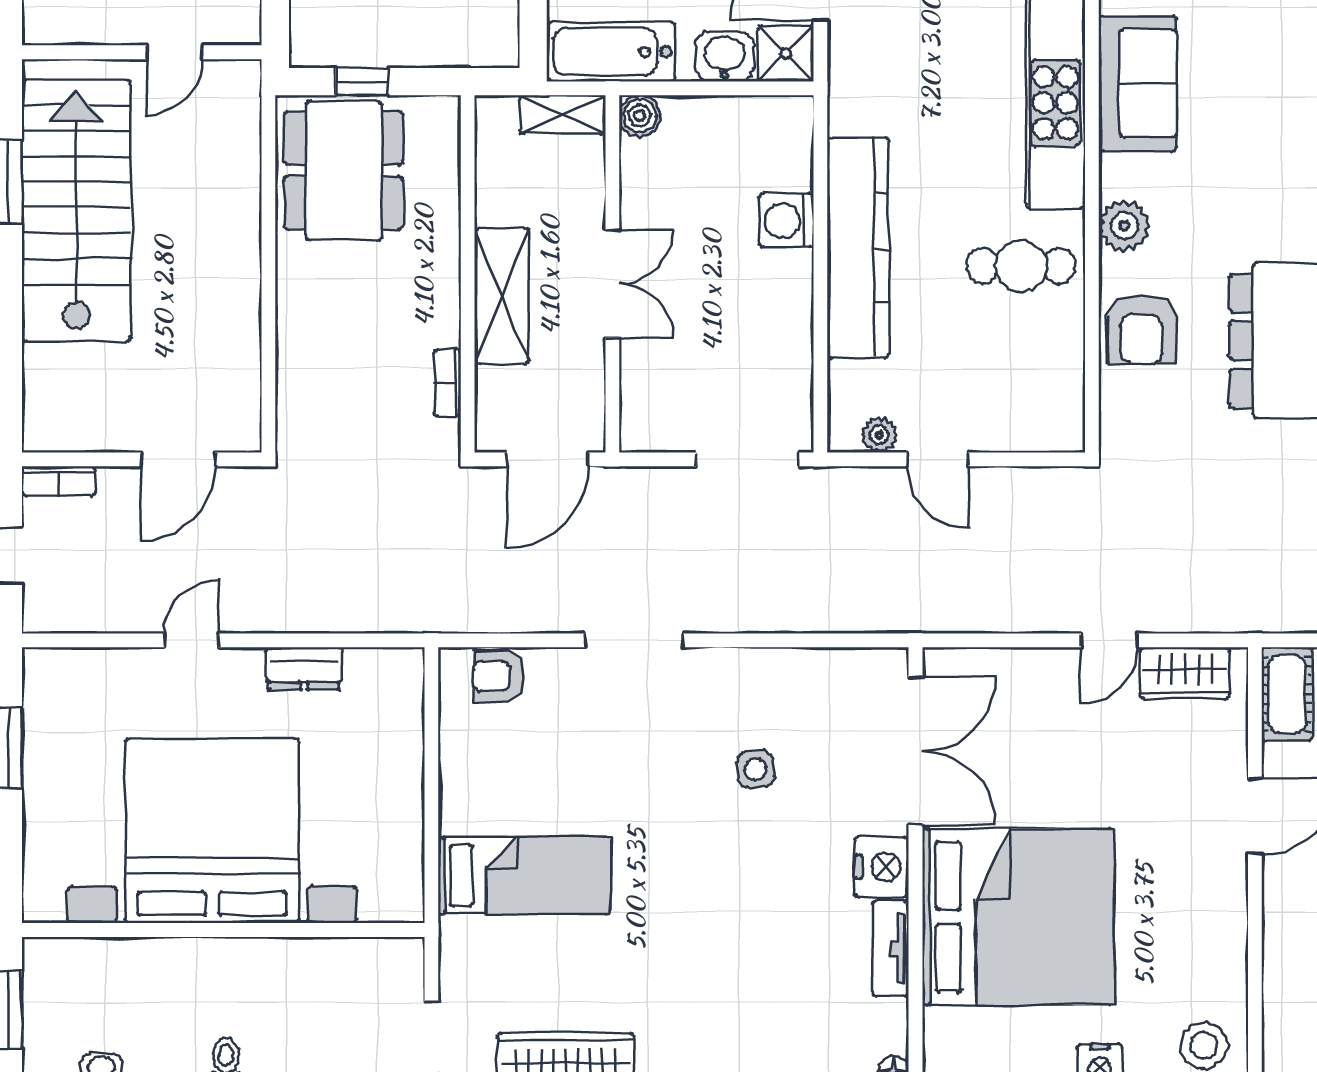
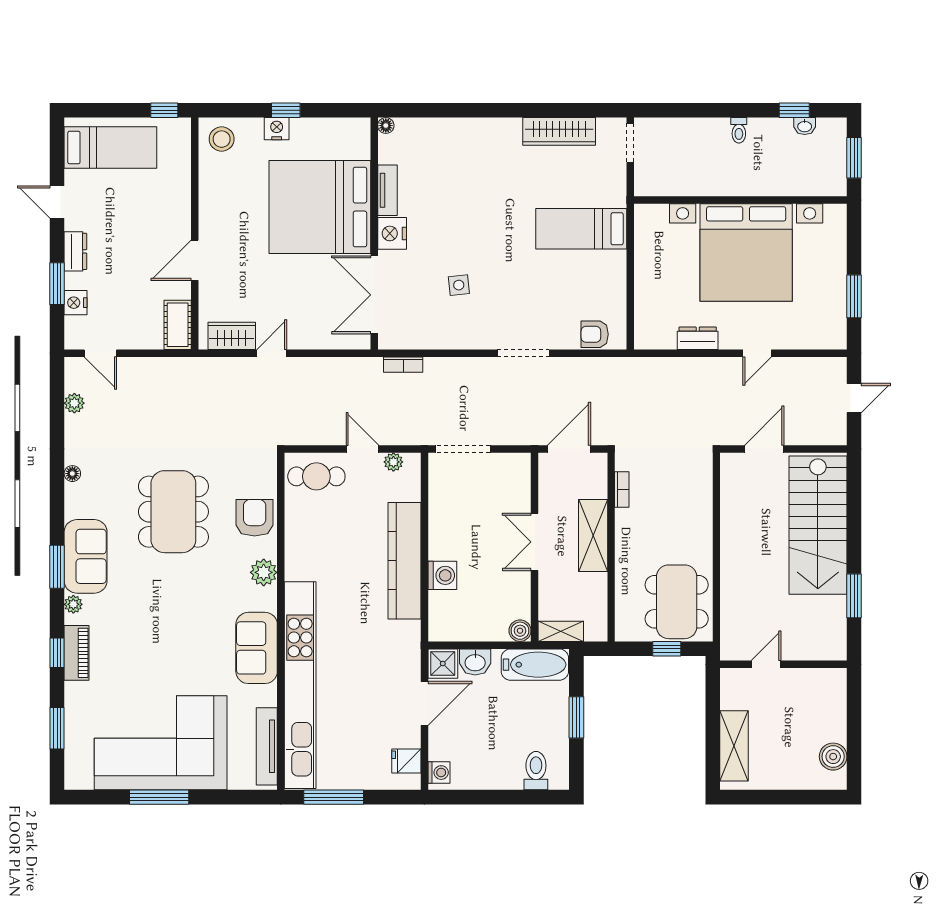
stairs: (76, 210) -> (818, 525), moved
cafe table: (1021, 266) -> (316, 476), moved
bookcase: (59, 481) -> (403, 365), moved, turned 180
armchair: (499, 676) -> (595, 334), turned 180

